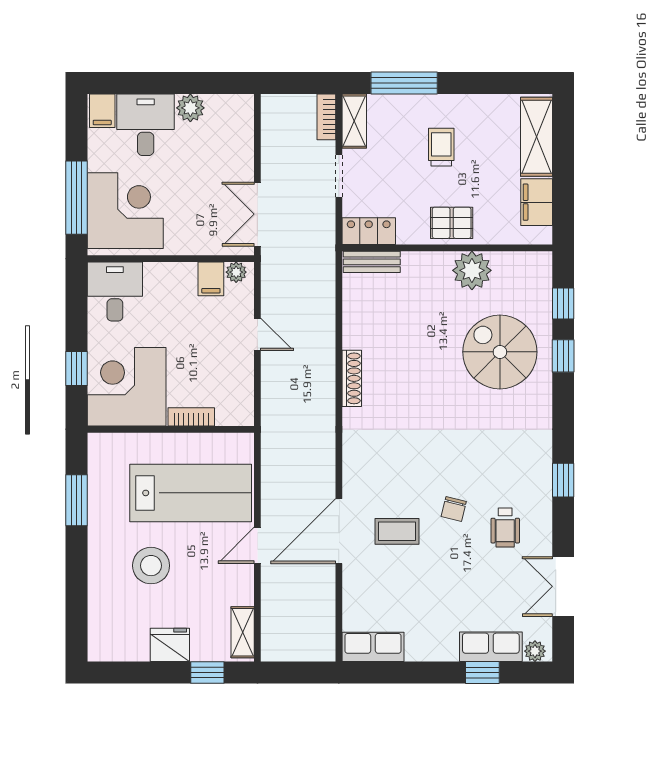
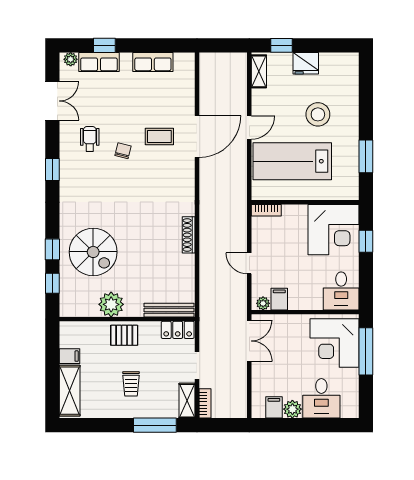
filing cabinet: (102, 111) -> (274, 407), moved
filing cabinet: (537, 202) -> (70, 356), width x0.50
bench: (372, 262) -> (169, 310), width x1.36
bookcase: (191, 417) -> (266, 210), moved
row of seats: (373, 647) -> (153, 62), moved

